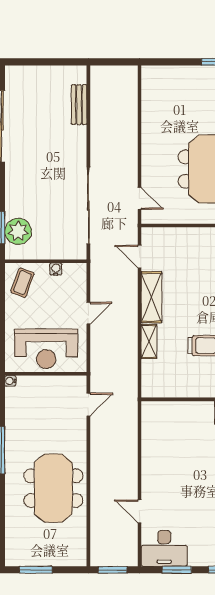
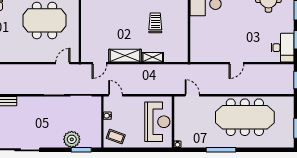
plant: (18, 231) -> (72, 139), moved
door: (88, 313) -> (115, 95), moved
meeting table: (53, 488) -> (245, 117), width x1.36
door: (140, 511) -> (236, 63), moved

